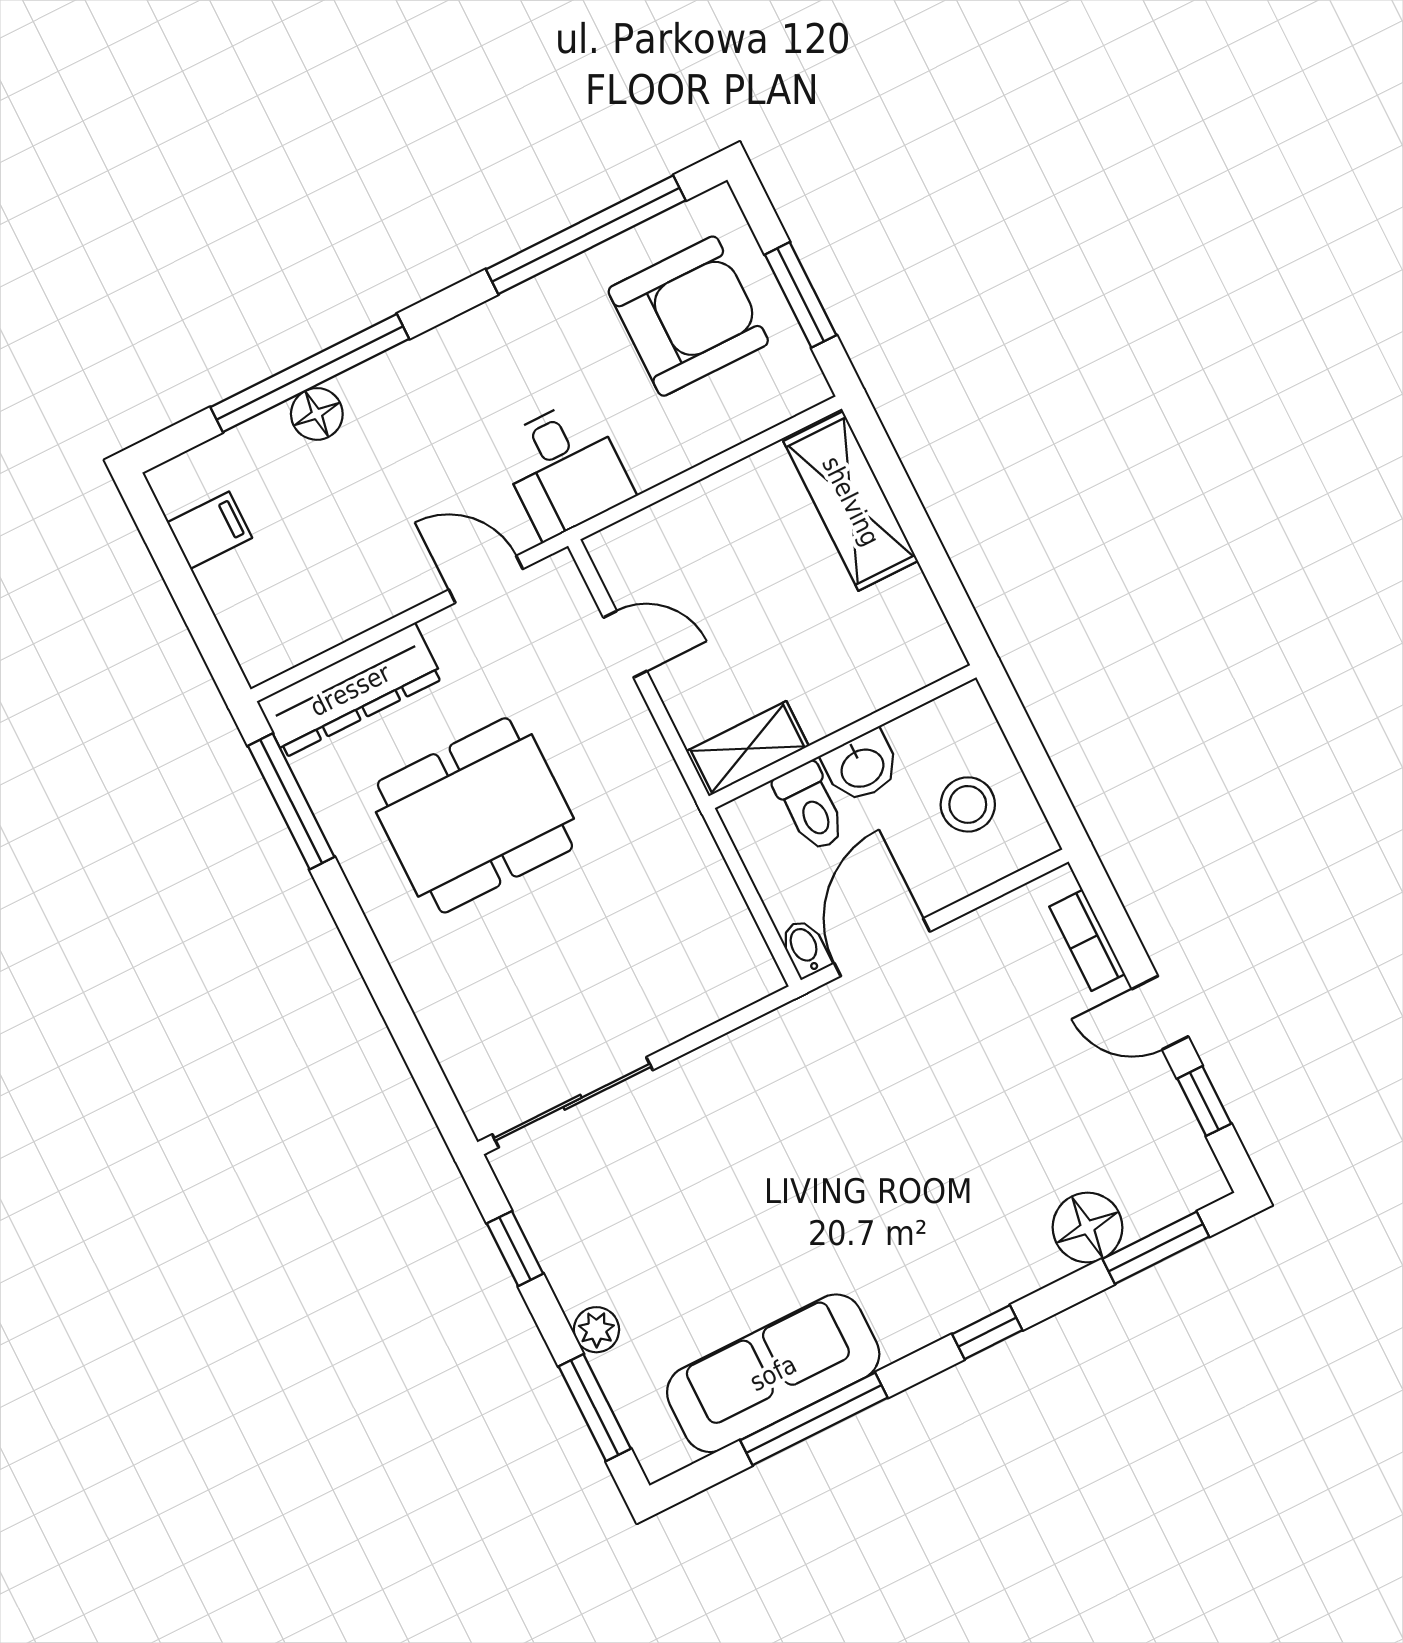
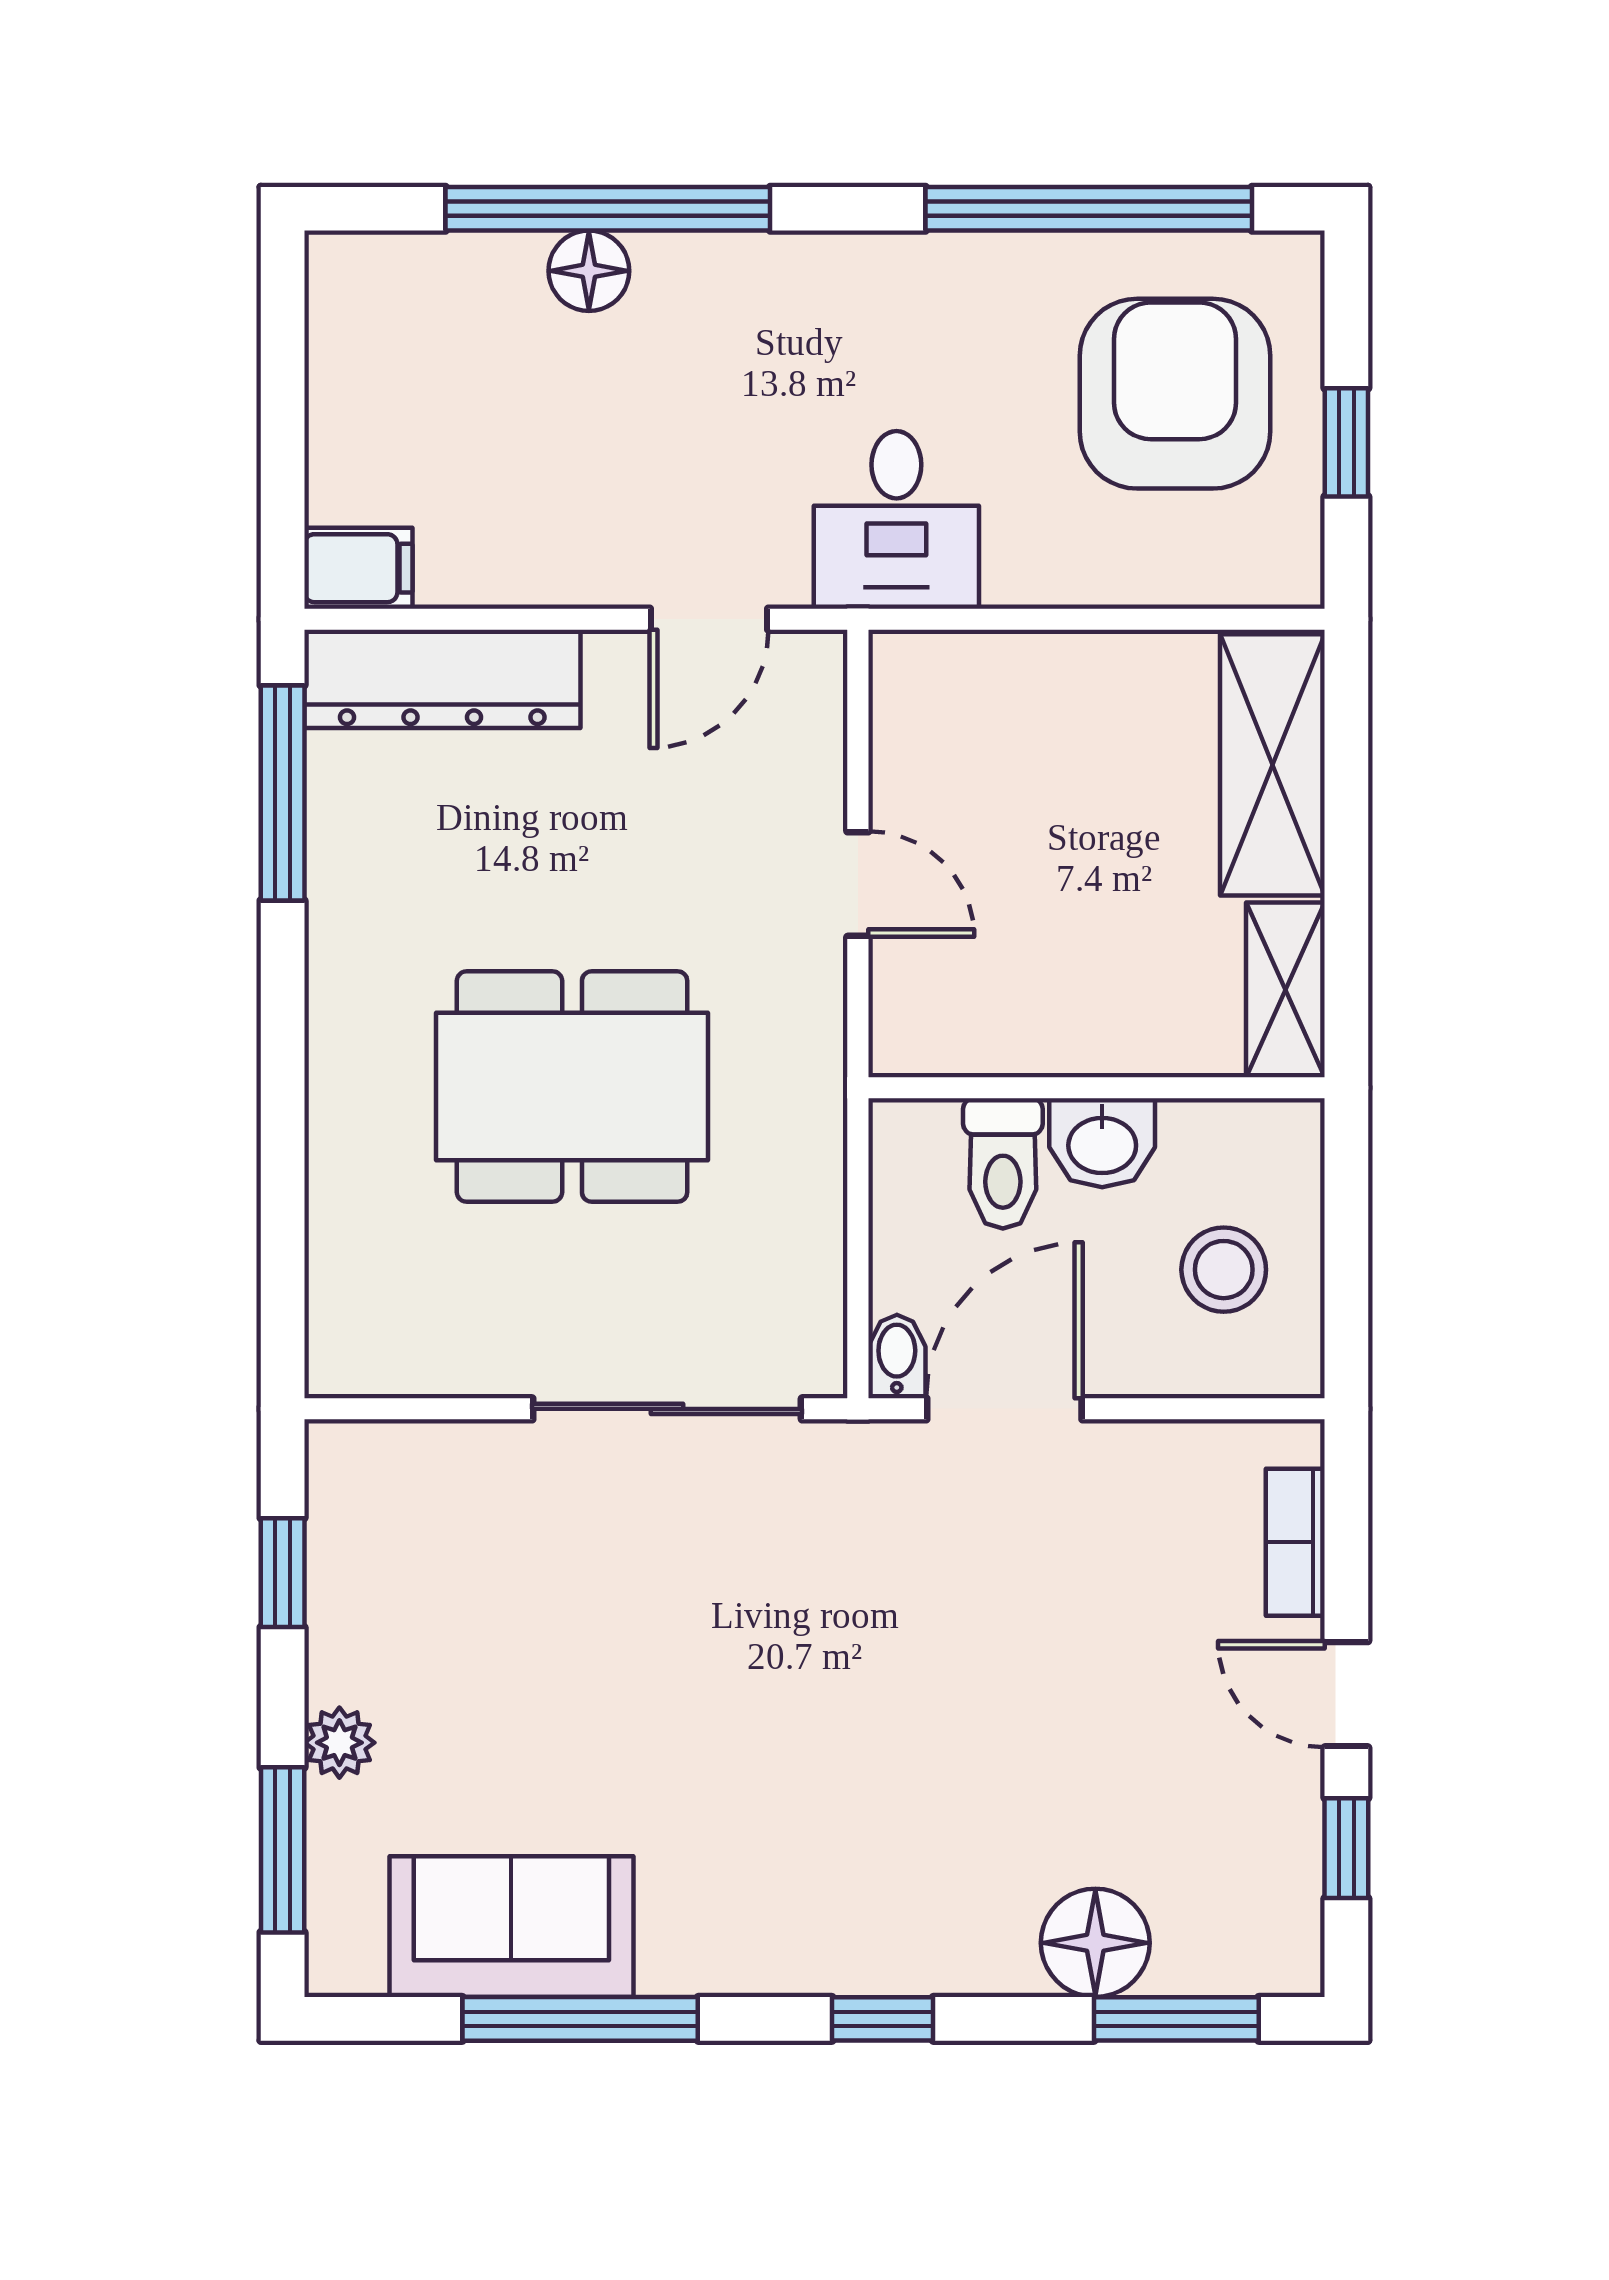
window: (801, 295) -> (1346, 442), width x0.67
armchair: (688, 316) -> (1175, 394), turned -90
filing cabinet: (210, 530) -> (358, 568), moved
door: (486, 579) -> (709, 619), swing flipped
door: (625, 644) -> (858, 884), moved
shelving: (748, 749) -> (1285, 990), moved, turned 90
dining table: (475, 815) -> (572, 1087), moved
sliding door: (573, 1102) -> (667, 1409), moved
sofa: (773, 1373) -> (511, 1927), width x0.73

